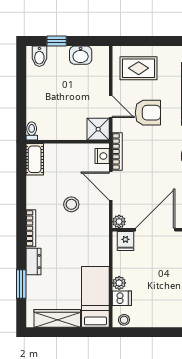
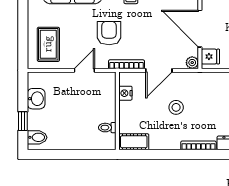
armchair: (148, 113) -> (109, 33), moved
shower: (98, 129) -> (106, 82), removed
toilet: (32, 131) -> (107, 128), moved
nightstand: (102, 156) -> (125, 93), moved, turned -90

